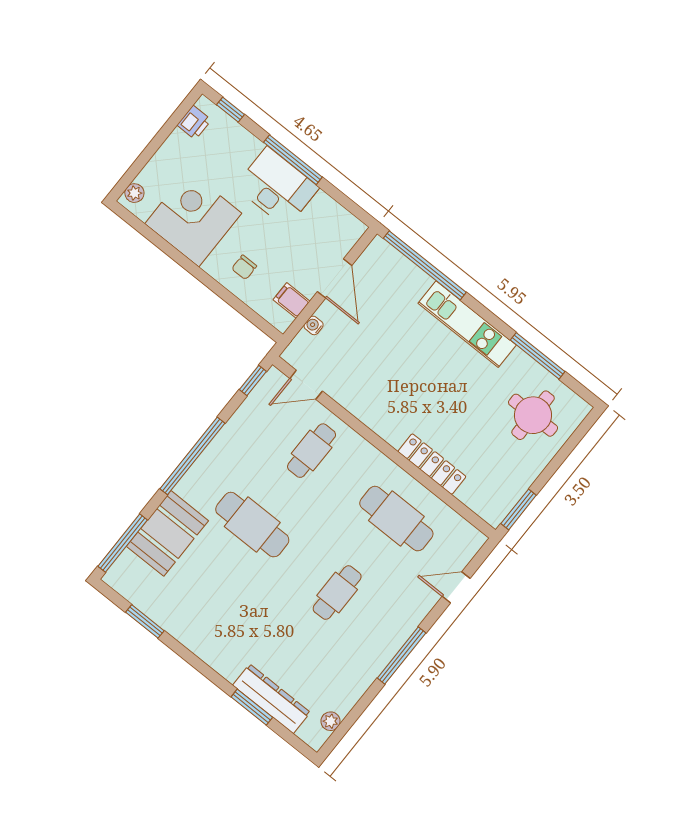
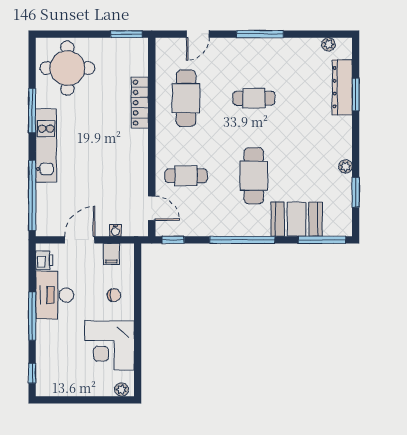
printer: (194, 122) -> (44, 260), moved, turned 90
desk: (277, 187) -> (55, 295), moved
window: (538, 356) -> (32, 111), moved
round table: (533, 415) -> (67, 68), width x1.36, depth x1.36
door: (456, 587) -> (198, 34), hinge flipped
plant: (182, 633) -> (345, 167), added

